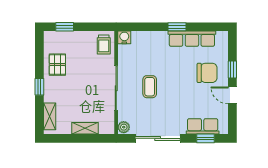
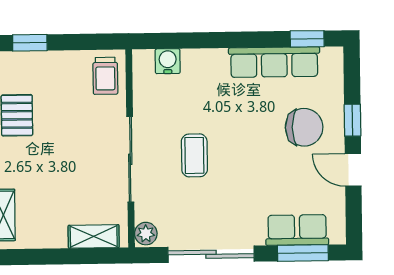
window: (177, 27) -> (307, 39), moved
water cooler: (124, 37) -> (168, 61), moved
shelving: (85, 128) -> (94, 236), moved
window: (205, 138) -> (303, 253), width x1.50

